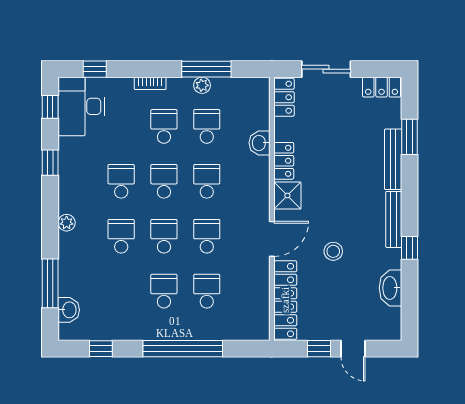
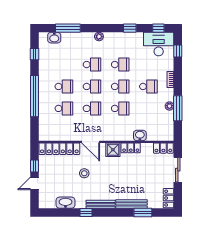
school desk: (207, 126) -> (148, 108), removed

